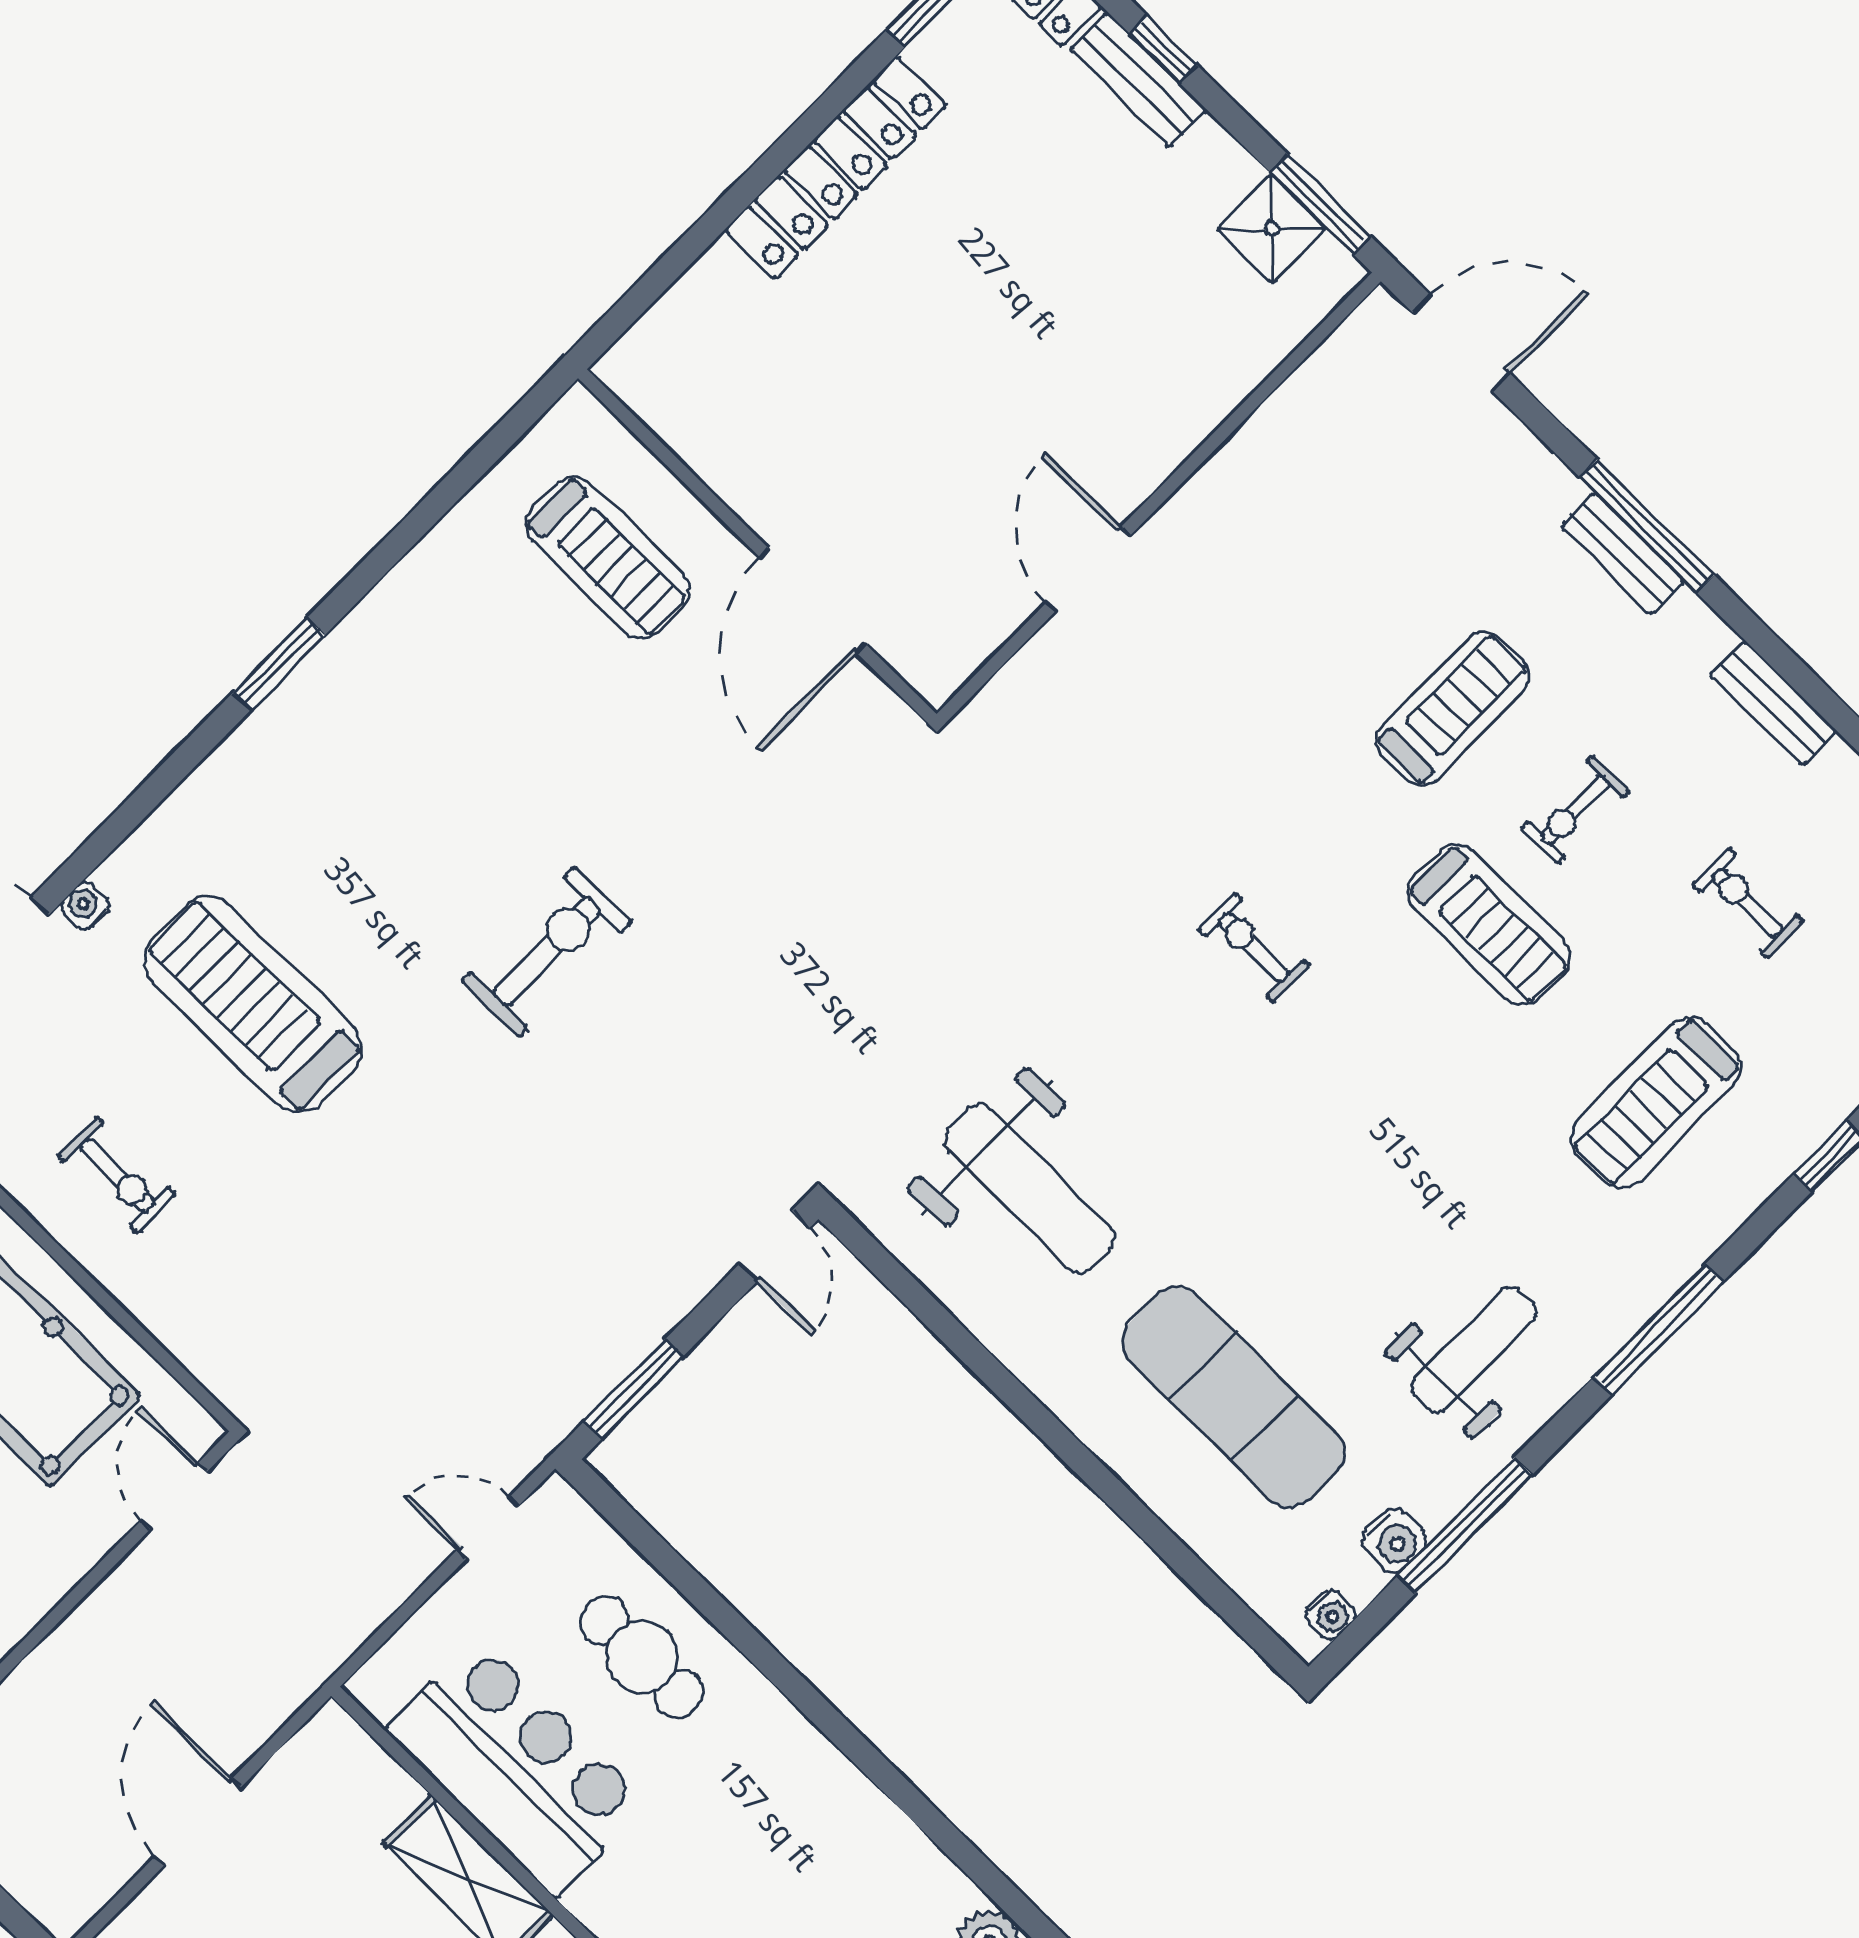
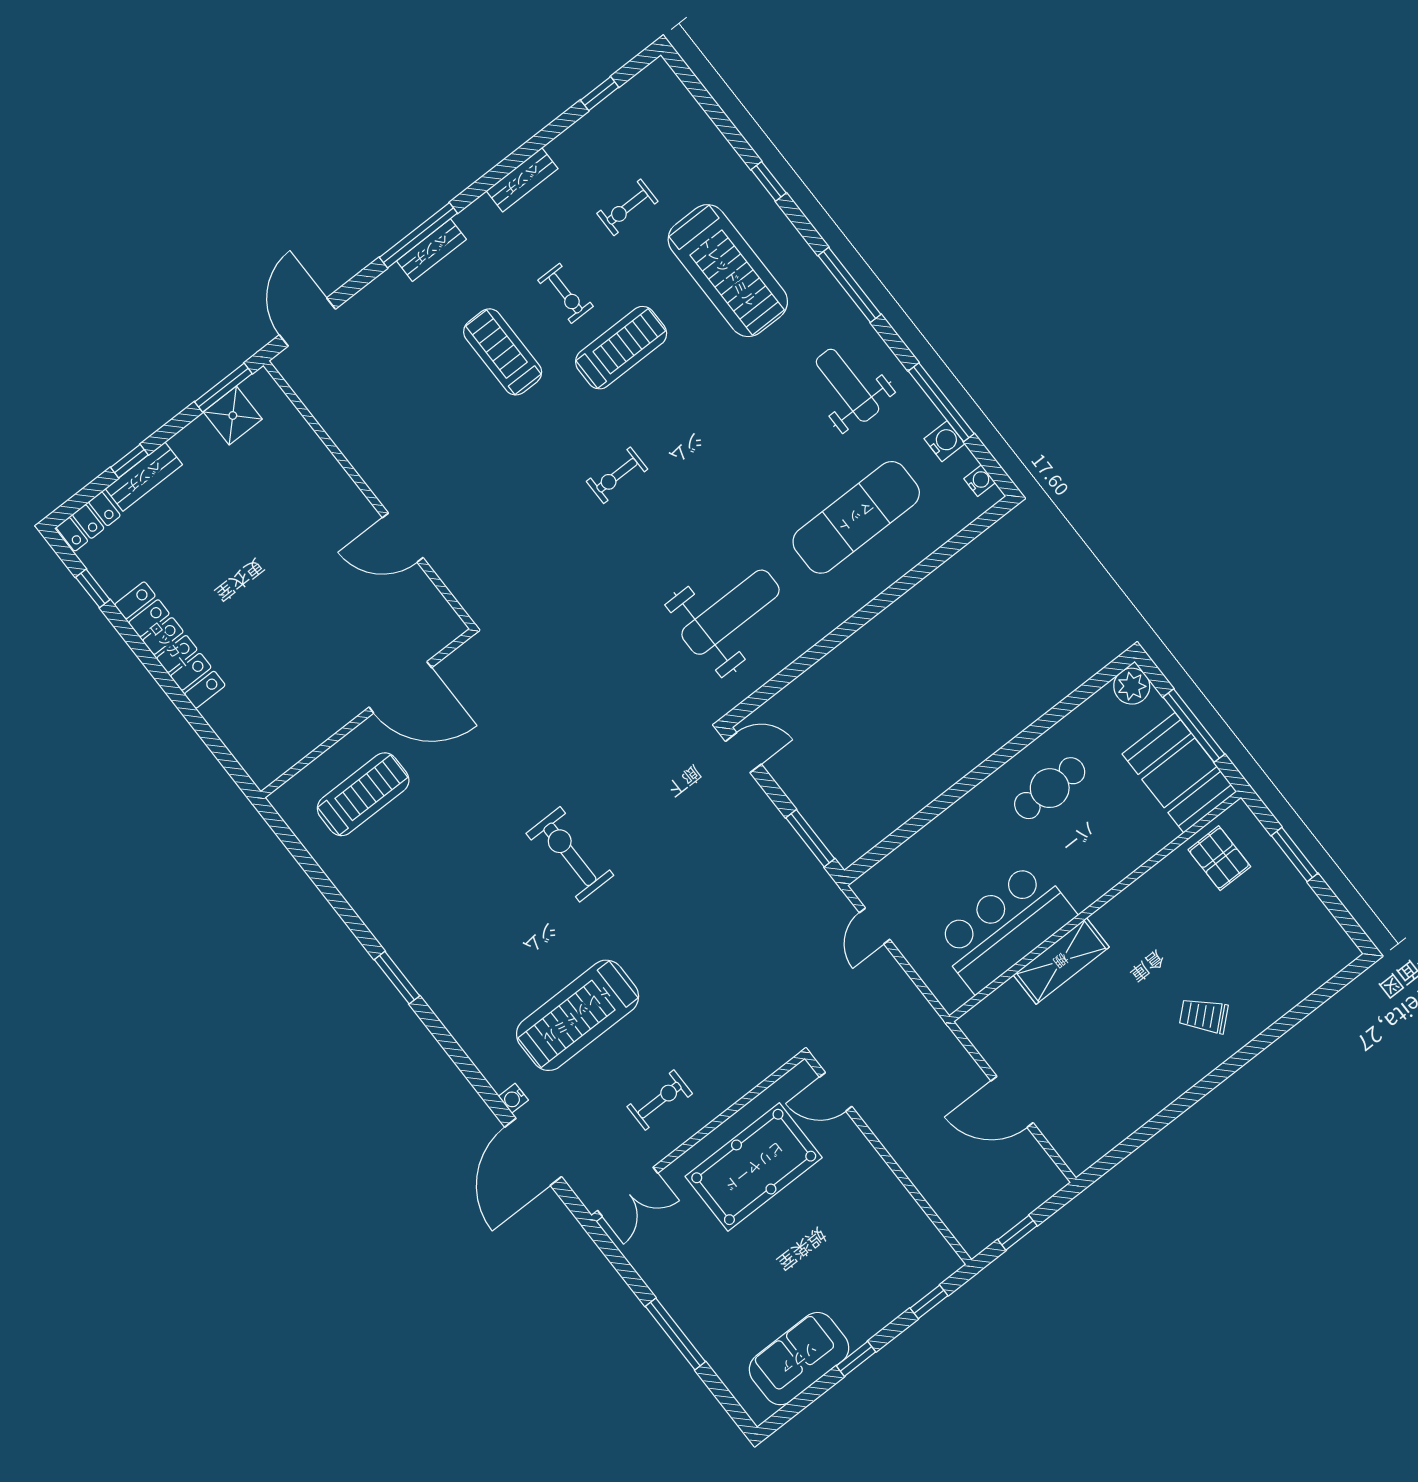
treadmill: (1656, 1102) -> (728, 271), width x1.37, depth x1.38
cafe table: (642, 1657) -> (1050, 788), moved

